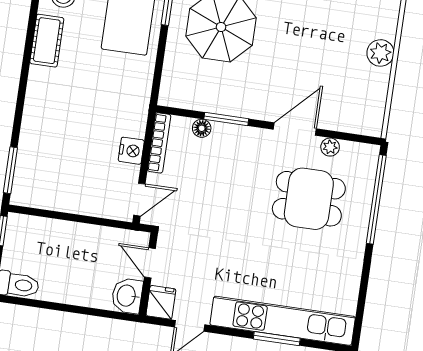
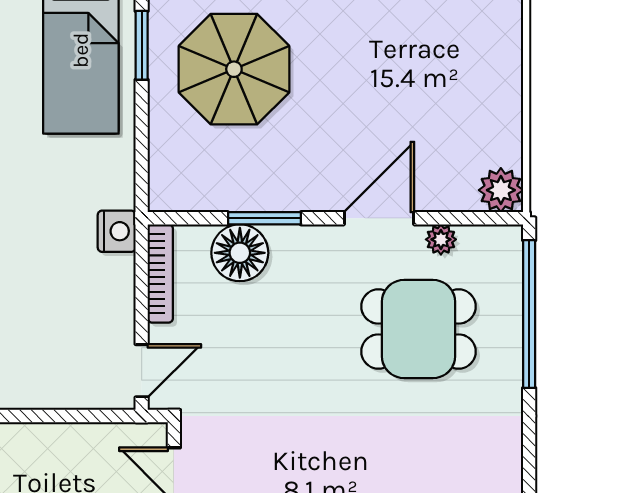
plant: (380, 53) -> (501, 190), moved
floor lamp: (202, 128) -> (240, 253), width x1.89, depth x1.89
nightstand: (131, 151) -> (117, 231), moved

